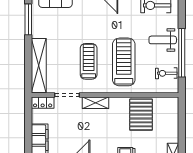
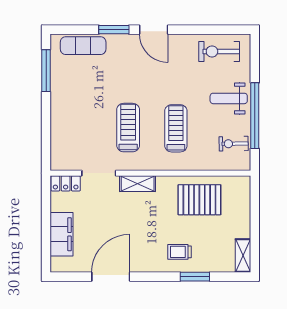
treadmill: (124, 62) -> (176, 128), width x0.73, depth x0.73
shelving: (39, 65) -> (60, 133), removed
pallet: (141, 115) -> (199, 200), turned 90

